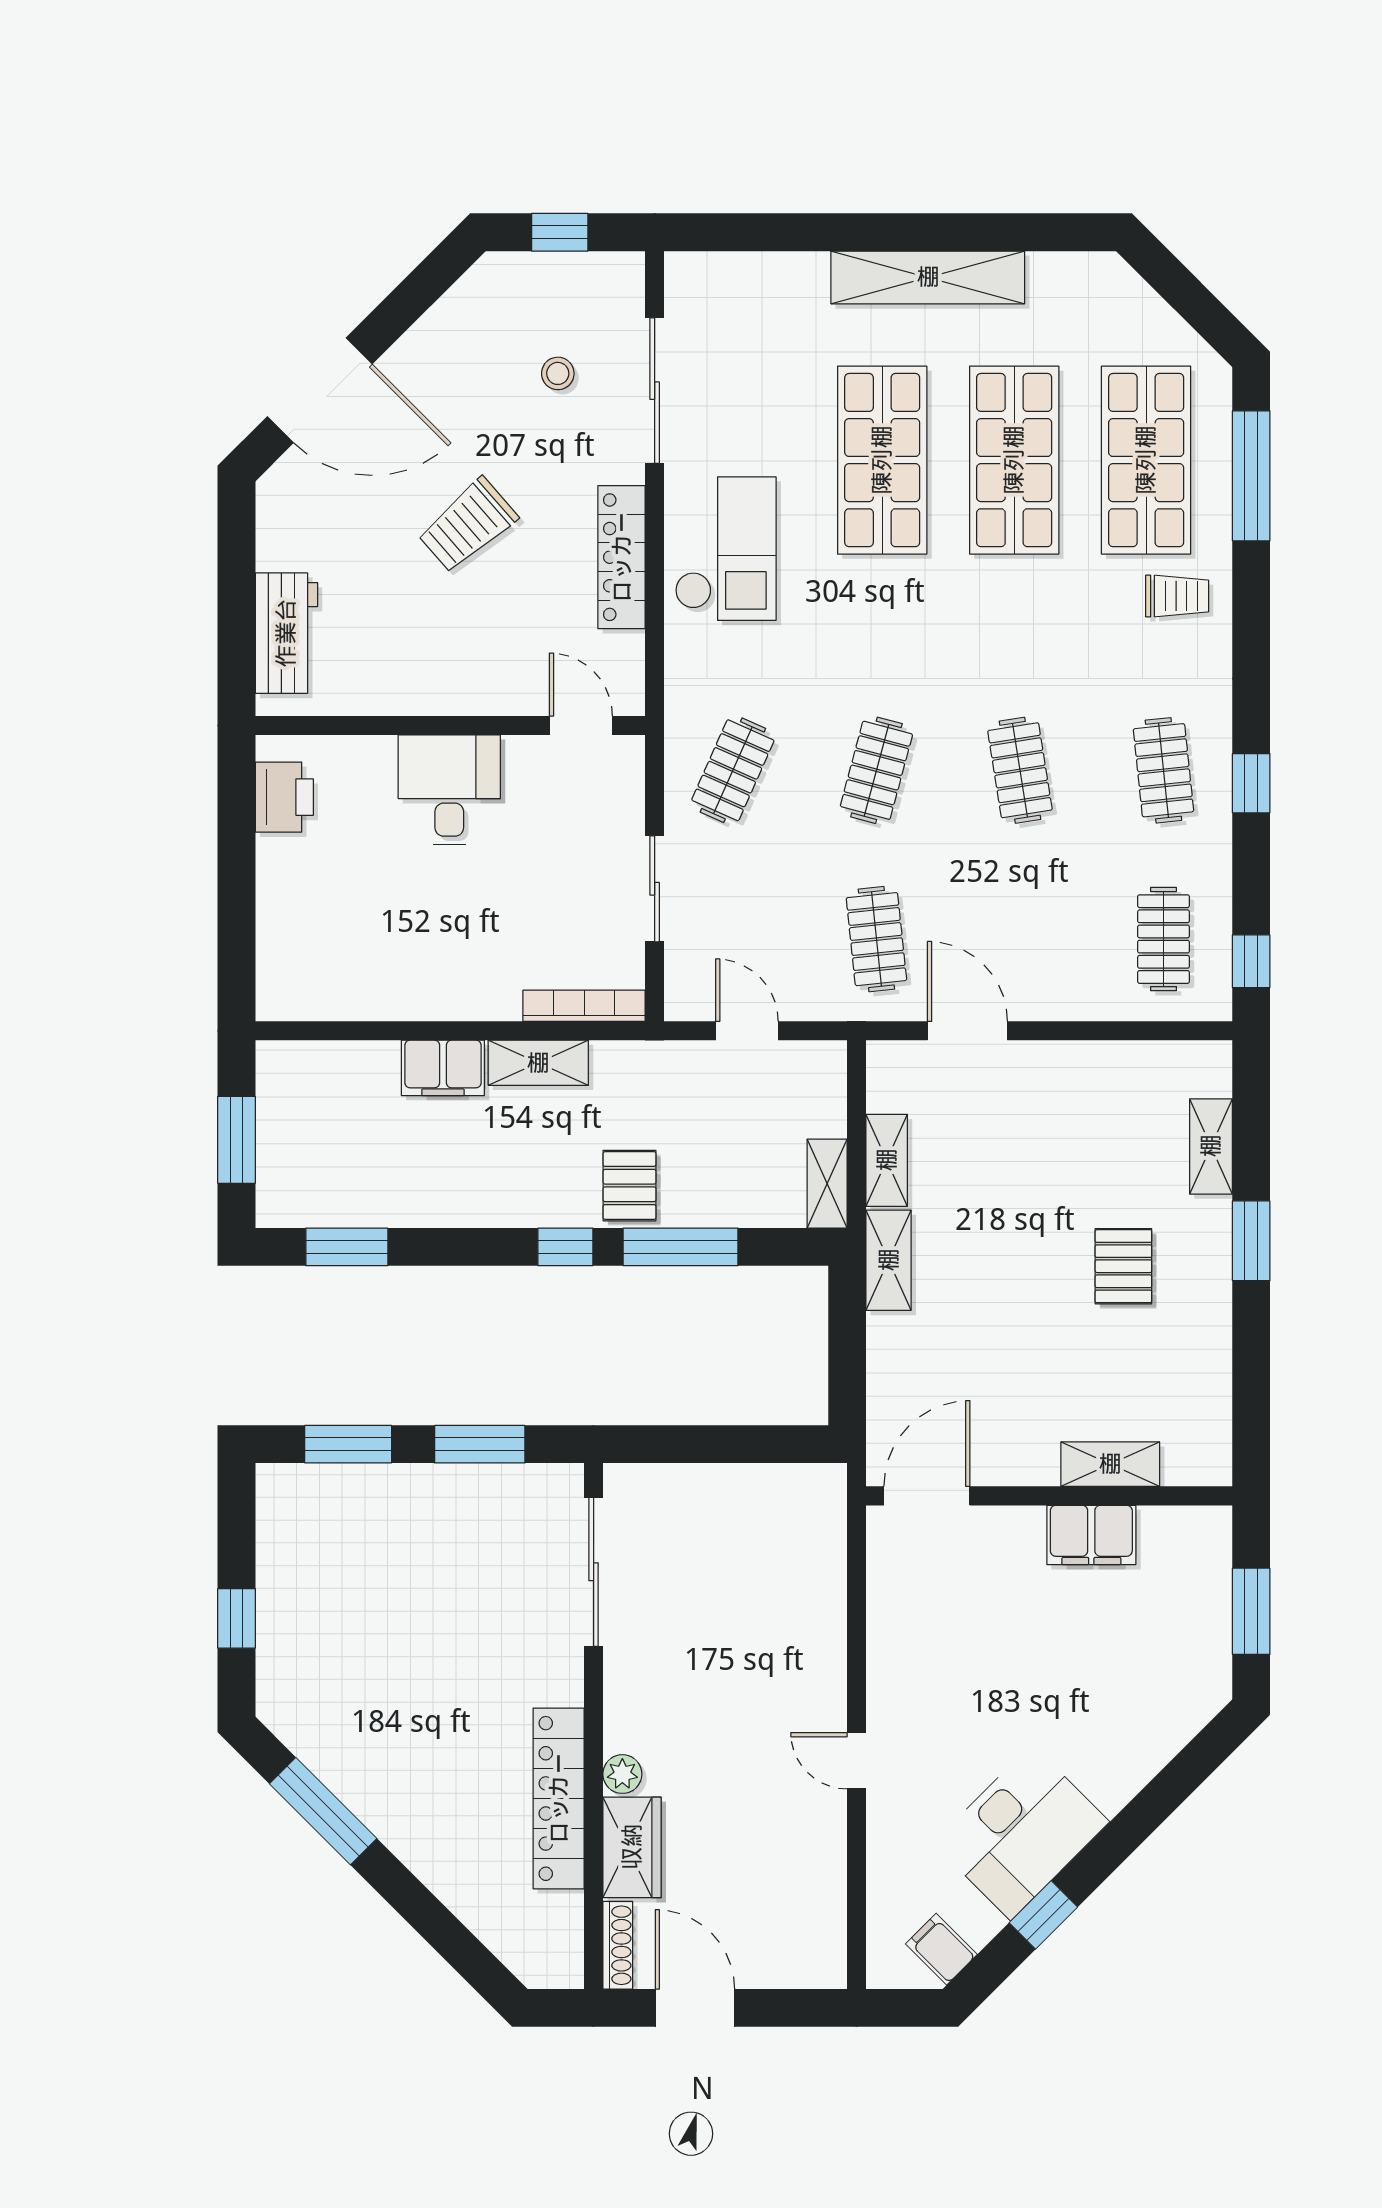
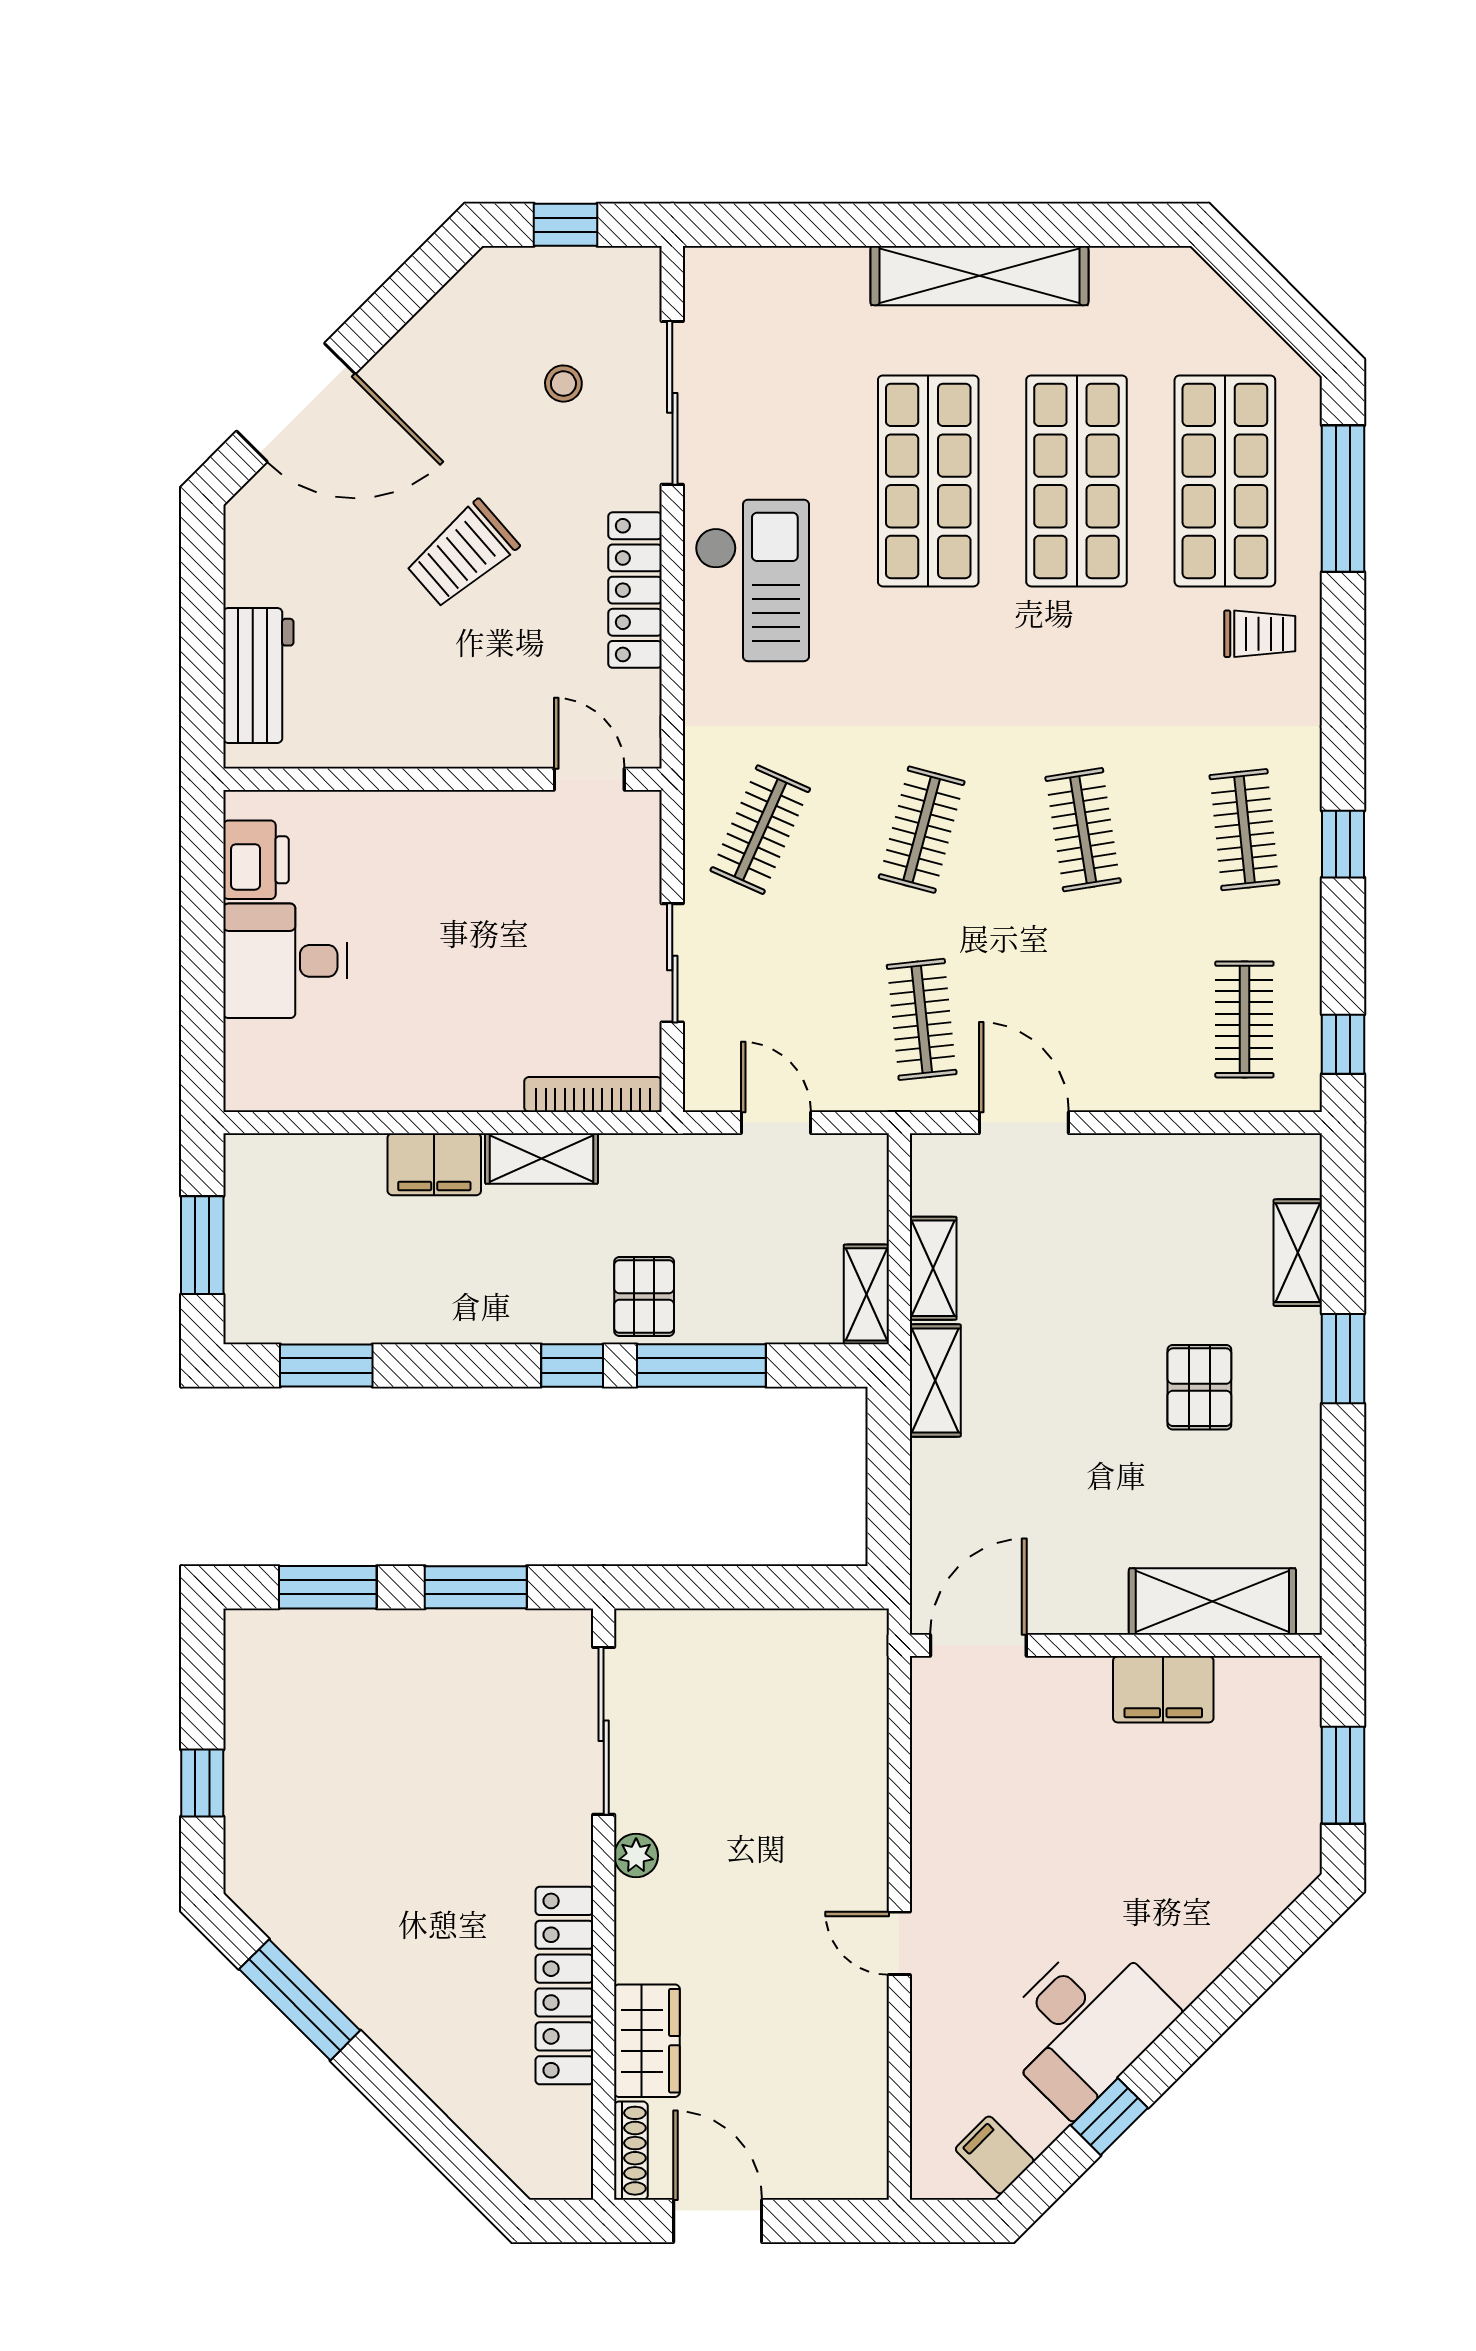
desk: (449, 790) -> (285, 961), moved, turned -90
shelving: (1110, 1464) -> (1212, 1601), width x1.50, depth x1.33
plant: (622, 1774) -> (636, 1855), moved

